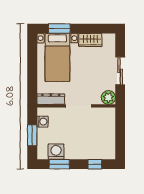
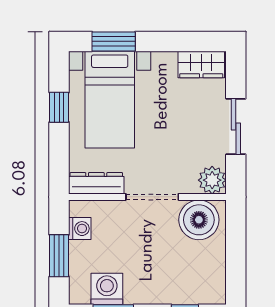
wardrobe: (90, 40) -> (201, 64), moved
window: (32, 61) -> (59, 107), added
boiler: (102, 117) -> (199, 220), added

